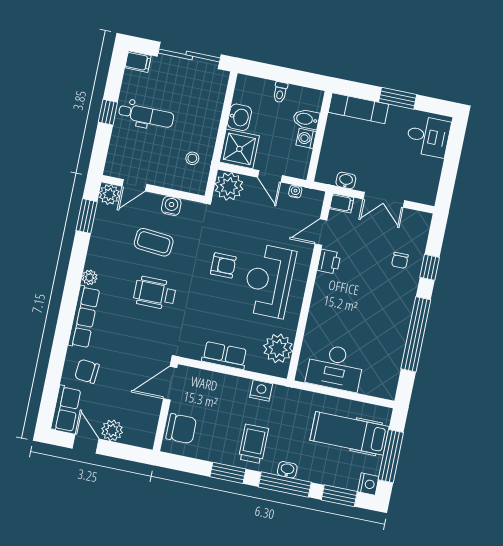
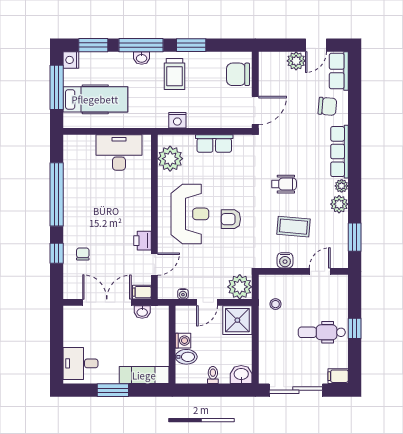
washbasin: (239, 117) -> (241, 375), moved, turned 90
door: (270, 176) -> (207, 302), swing flipped
plant: (109, 194) -> (339, 204), moved
double door: (384, 200) -> (107, 302), width x1.37
wheelchair: (155, 293) -> (284, 184), width x0.73, depth x0.73
door: (86, 444) -> (316, 45), hinge flipped

